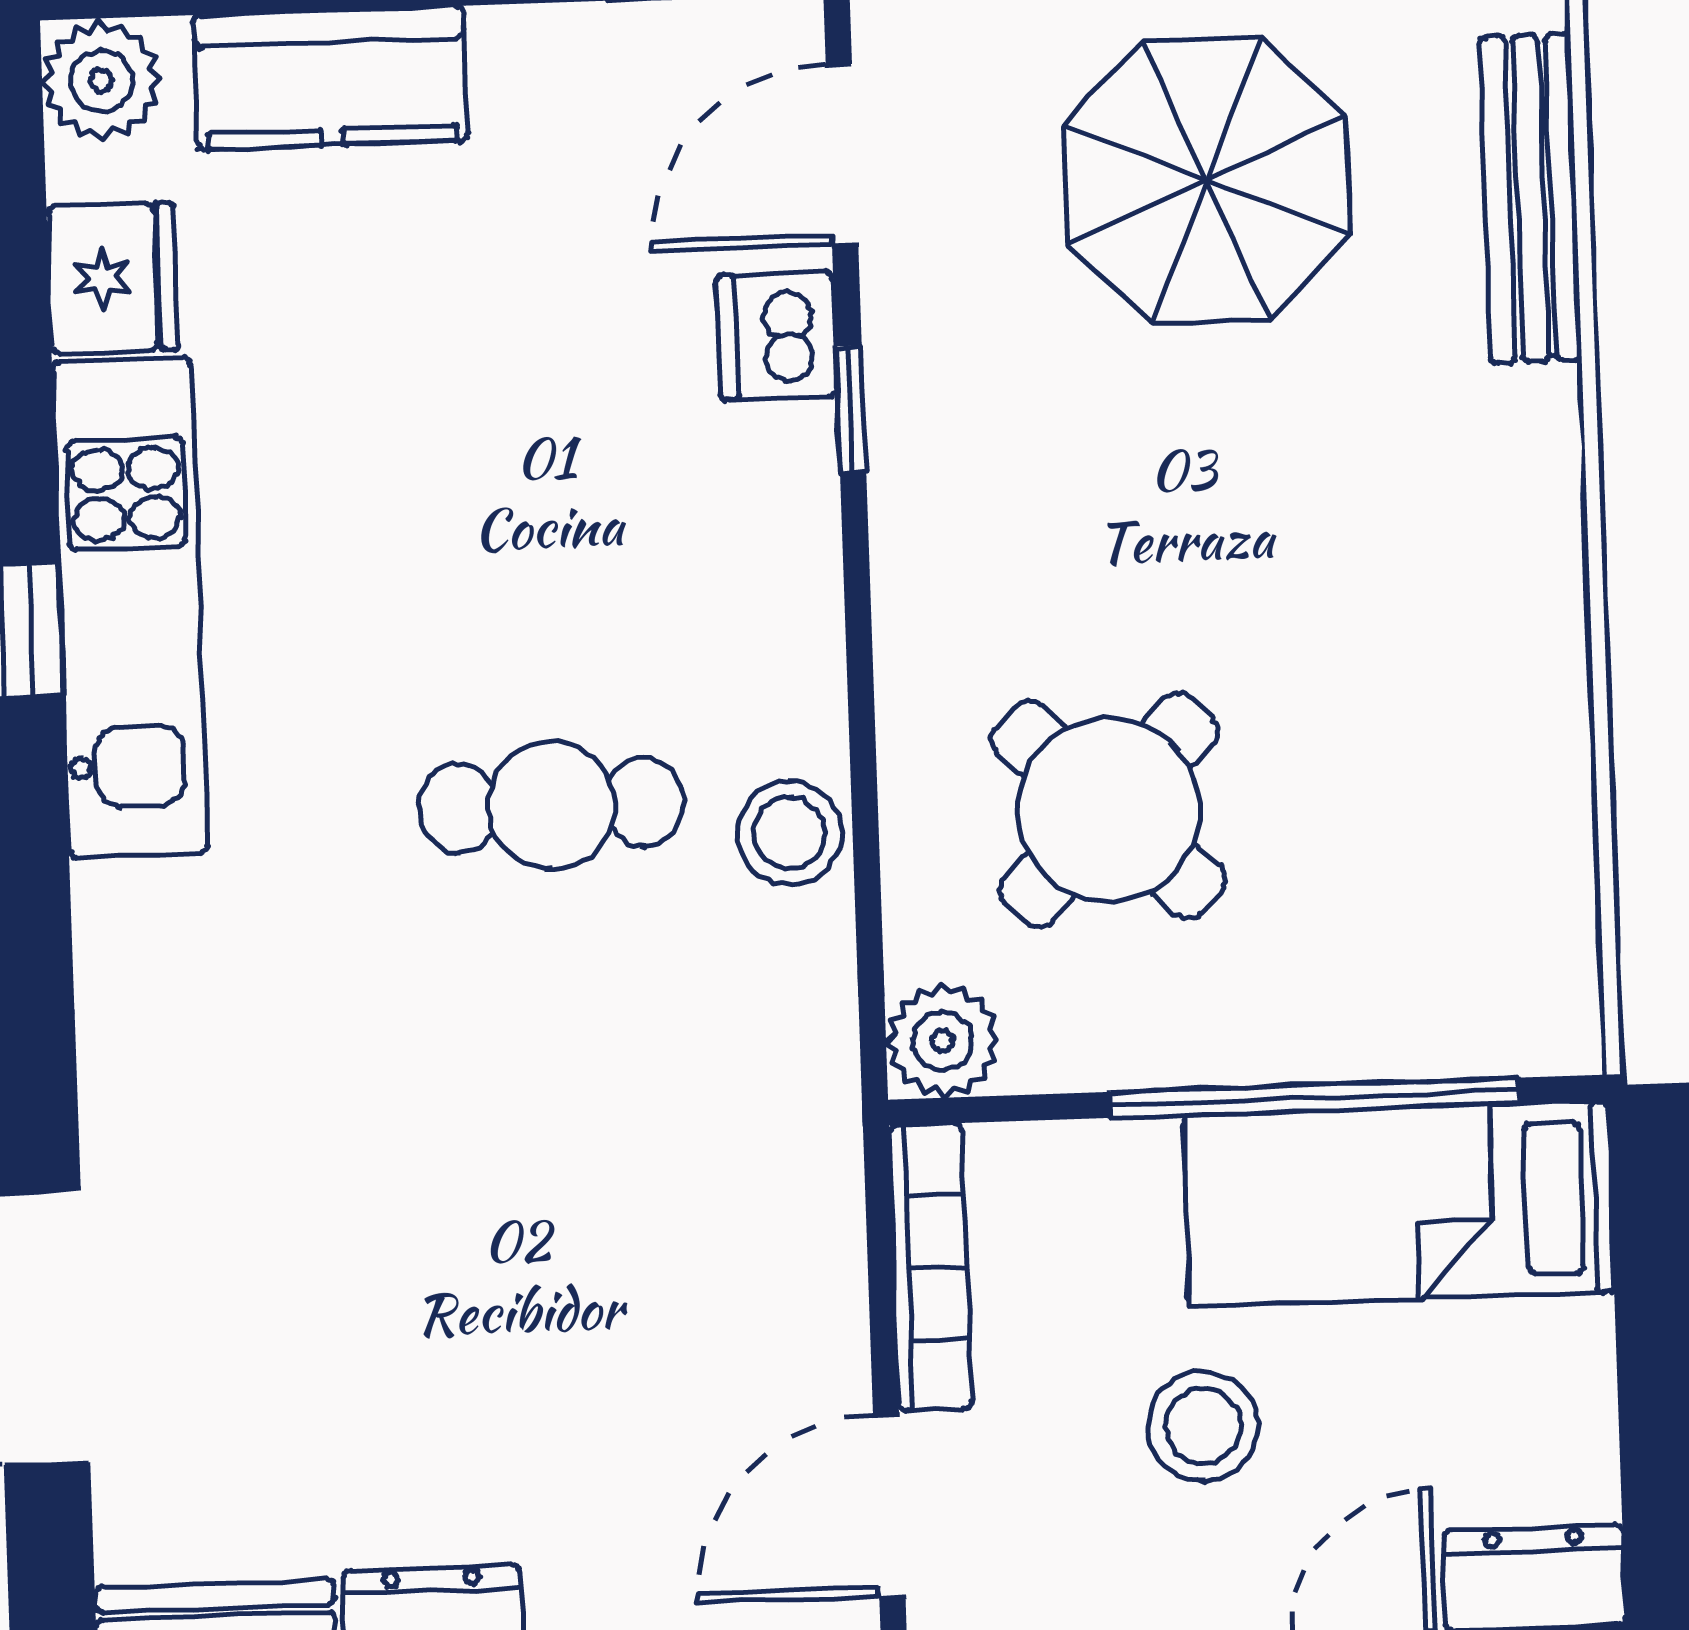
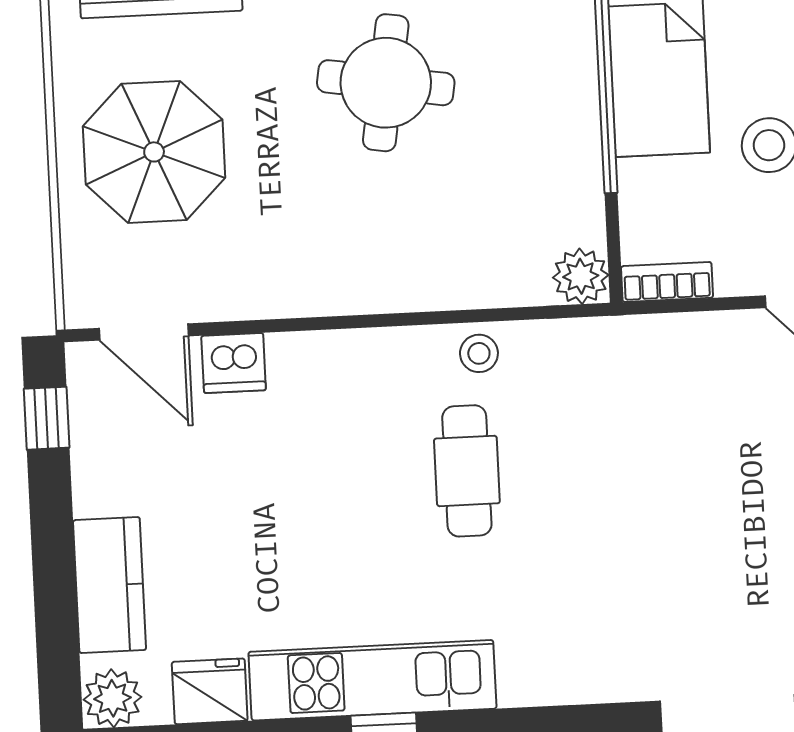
window: (851, 409) -> (269, 326), removed
round table: (1109, 810) -> (386, 83), moved, turned -35
stool: (789, 833) -> (479, 353), width x0.73, depth x0.73
bookcase: (930, 1267) -> (667, 282), width x0.64

